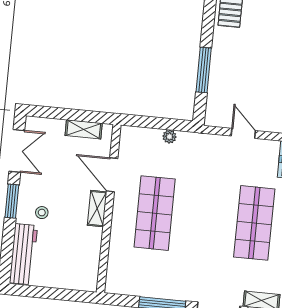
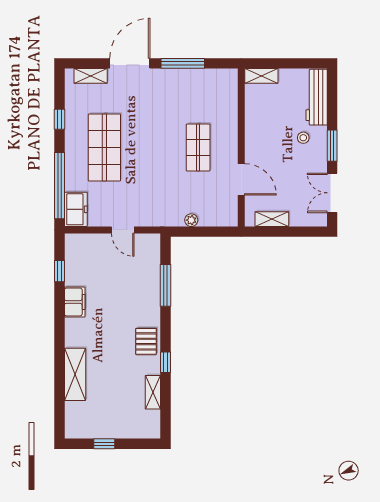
shelving: (97, 209) -> (261, 76), moved, turned 90
shop shelf: (155, 213) -> (198, 147), width x0.70, depth x0.74

